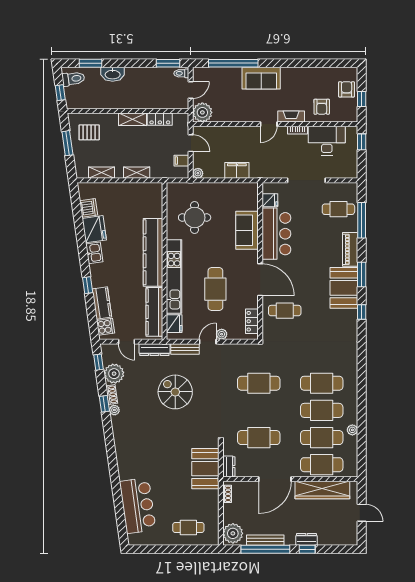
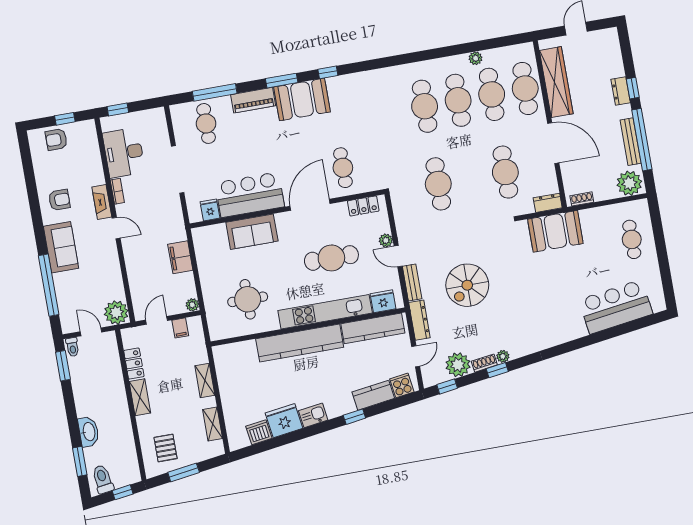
armchair: (322, 107) -> (59, 200), moved

